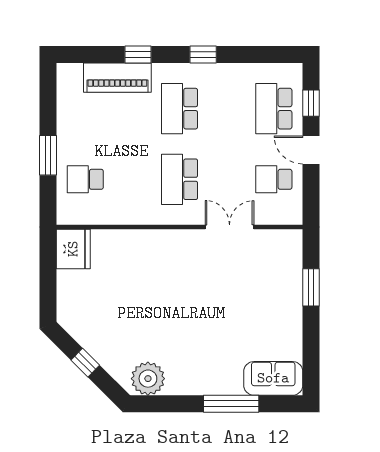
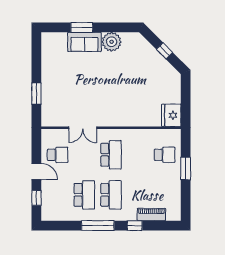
window: (203, 55) -> (98, 226), width x2.17
piano: (117, 78) -> (151, 215), width x0.73, depth x0.75
school desk: (274, 109) -> (84, 195), moved
sofa: (273, 378) -> (84, 42), moved
plant: (148, 379) -> (112, 42), moved
window: (231, 404) -> (82, 27), width x0.69

